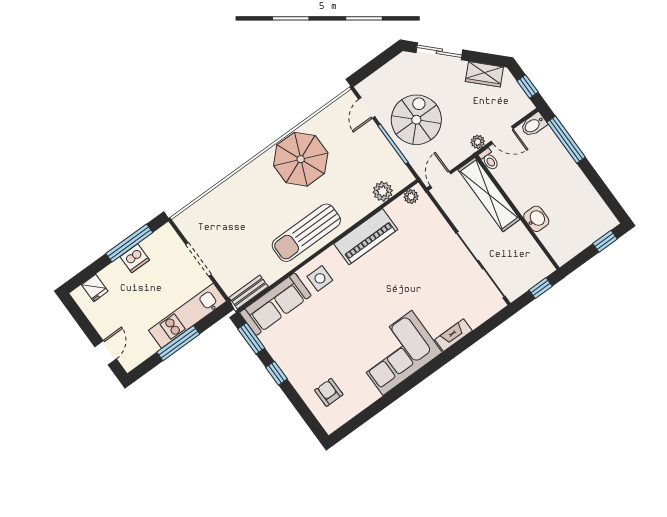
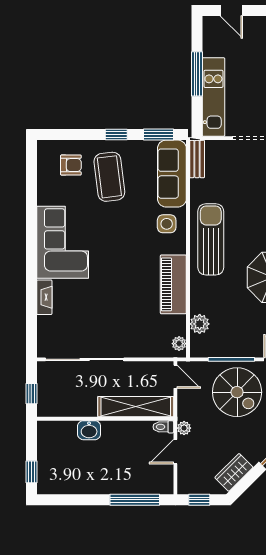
bidet: (534, 125) -> (165, 482), removed
coffee table: (315, 354) -> (109, 177), added

